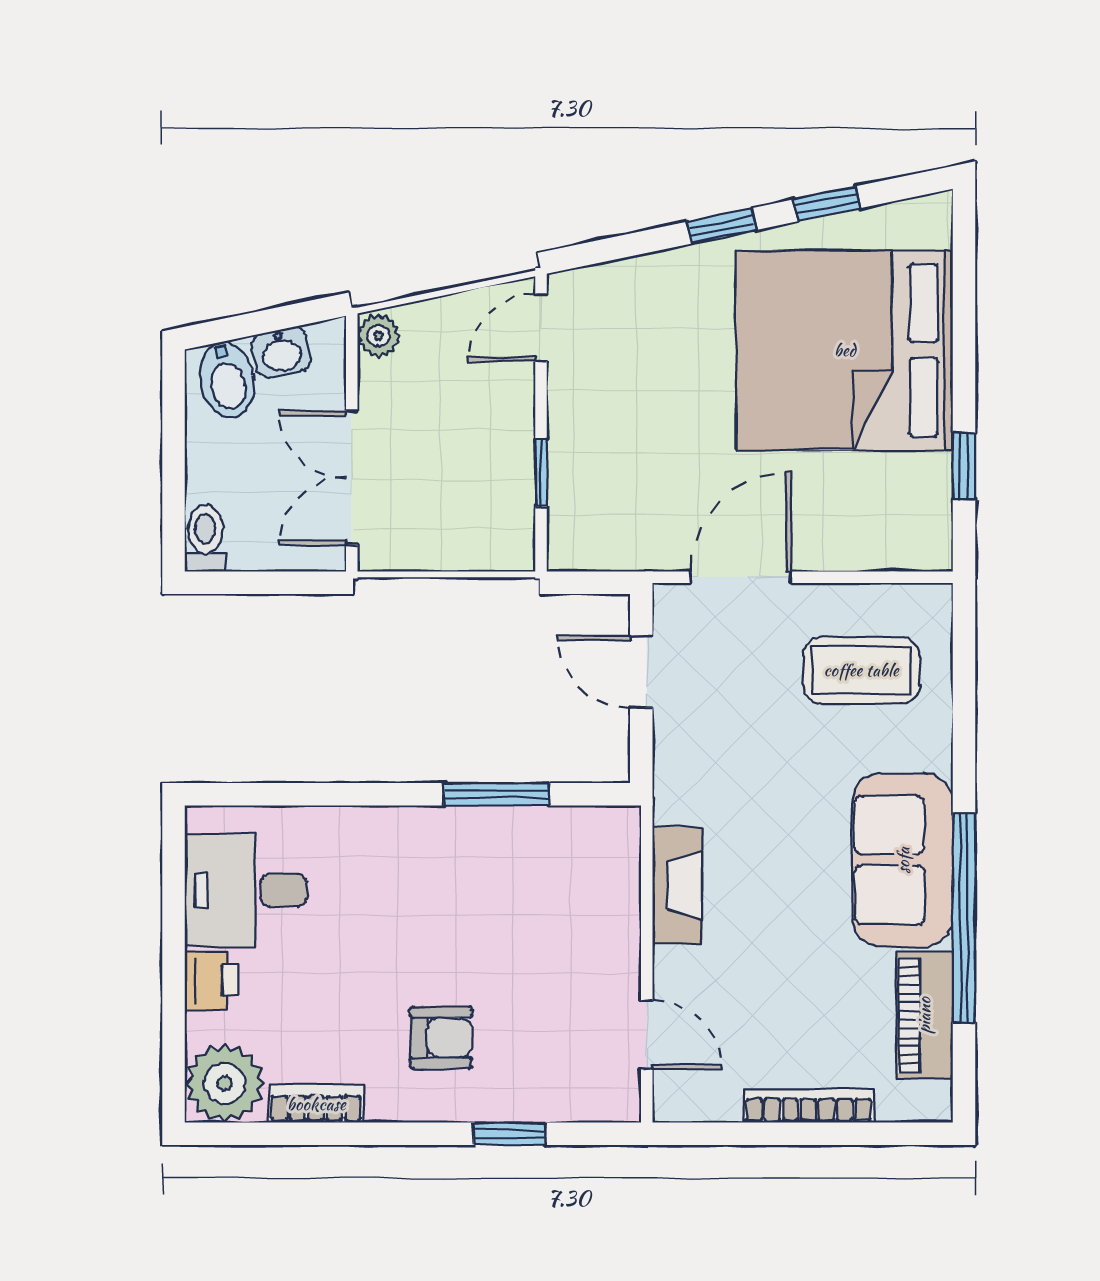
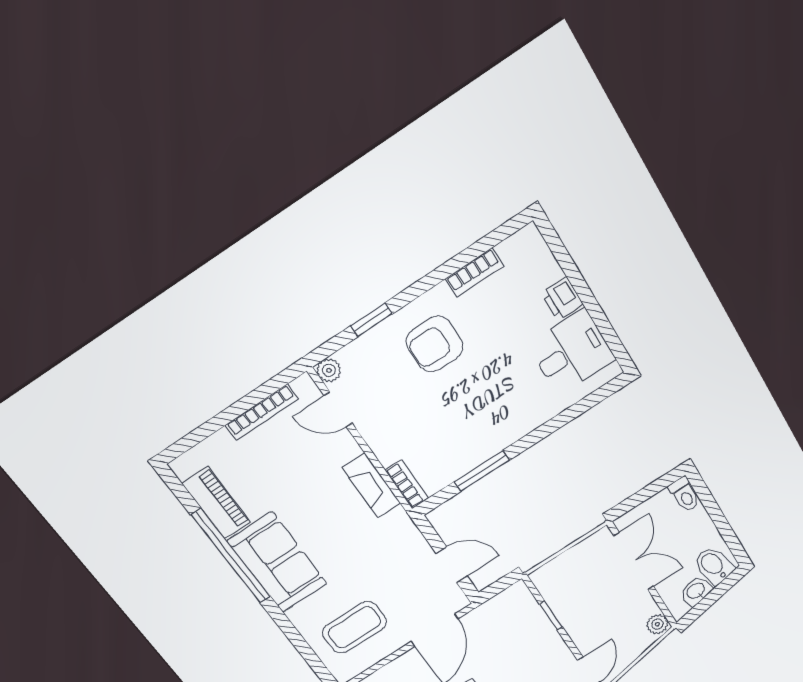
bookcase: (623, 851) -> (407, 484), added
armchair: (441, 1038) -> (435, 344), width x1.38, depth x1.38
plant: (225, 1083) -> (329, 370), moved, width x0.53, depth x0.53
bookcase: (808, 1106) -> (262, 412), moved

